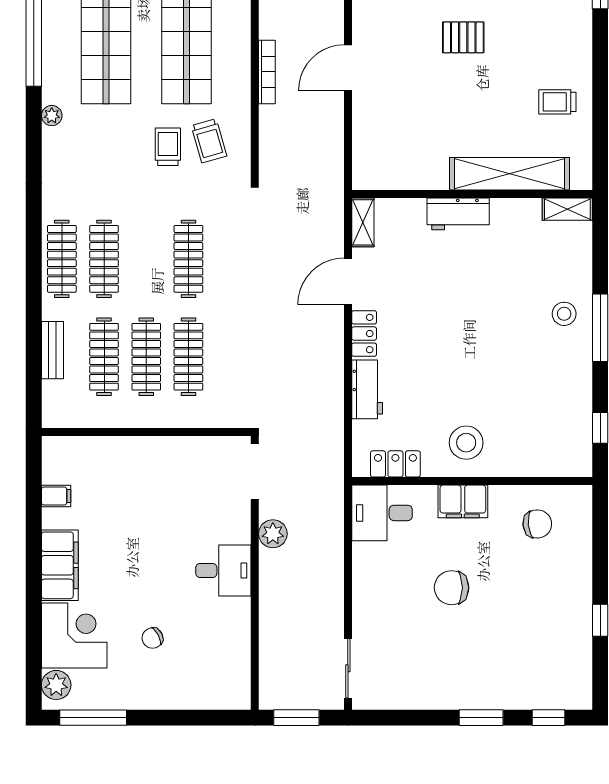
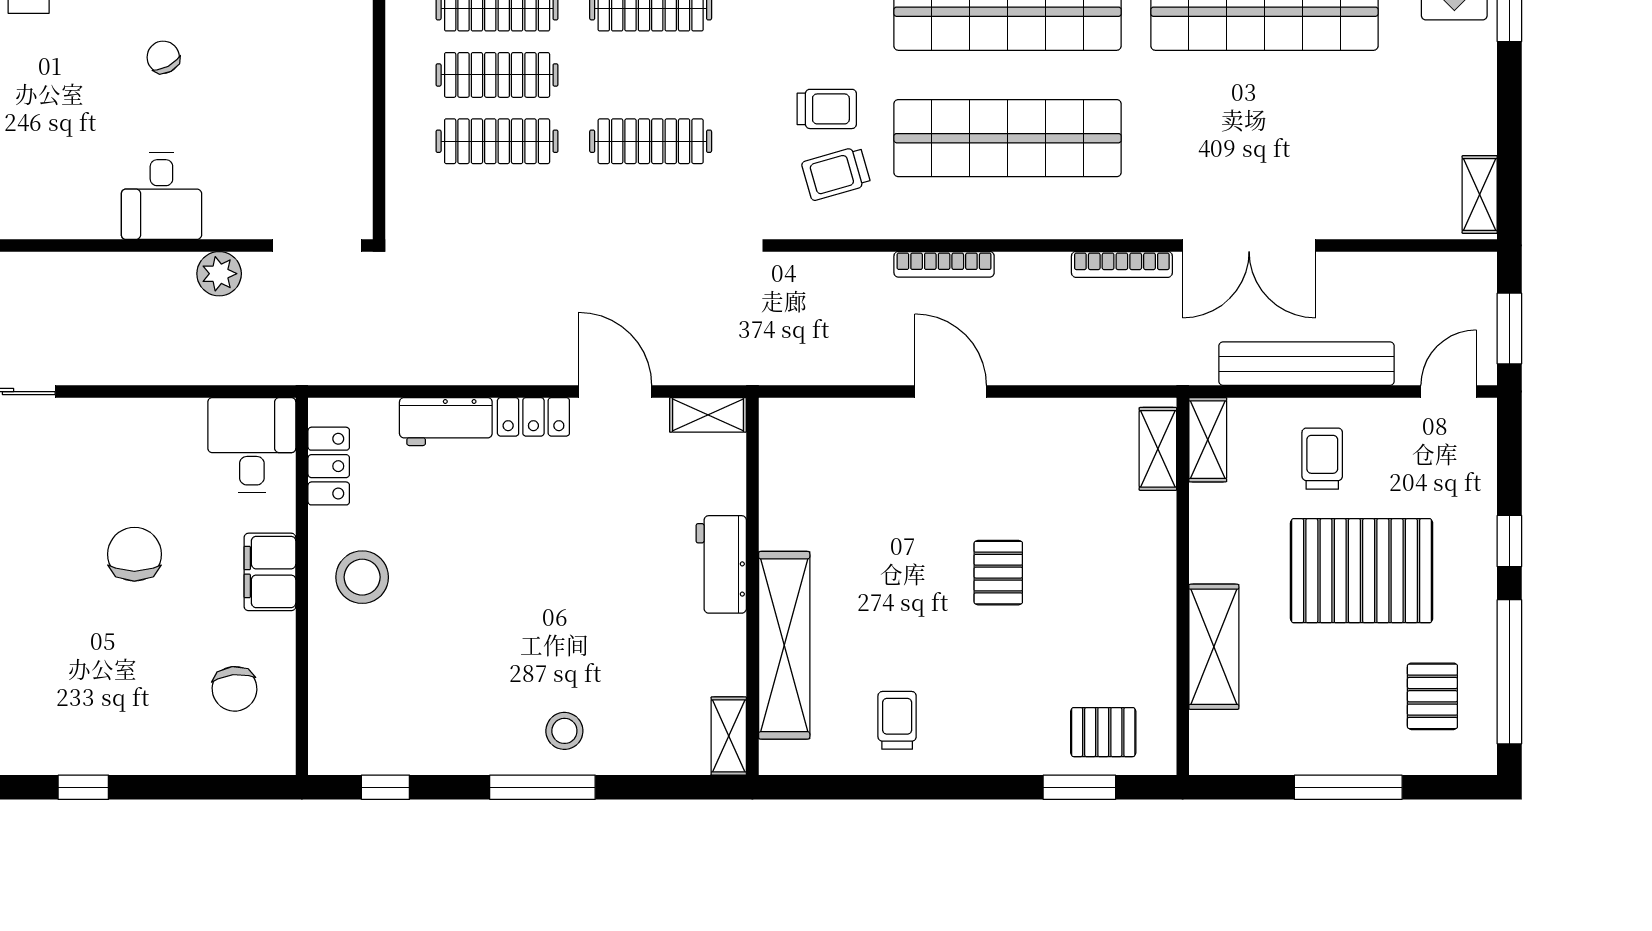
chair: (152, 638) -> (163, 57), moved

